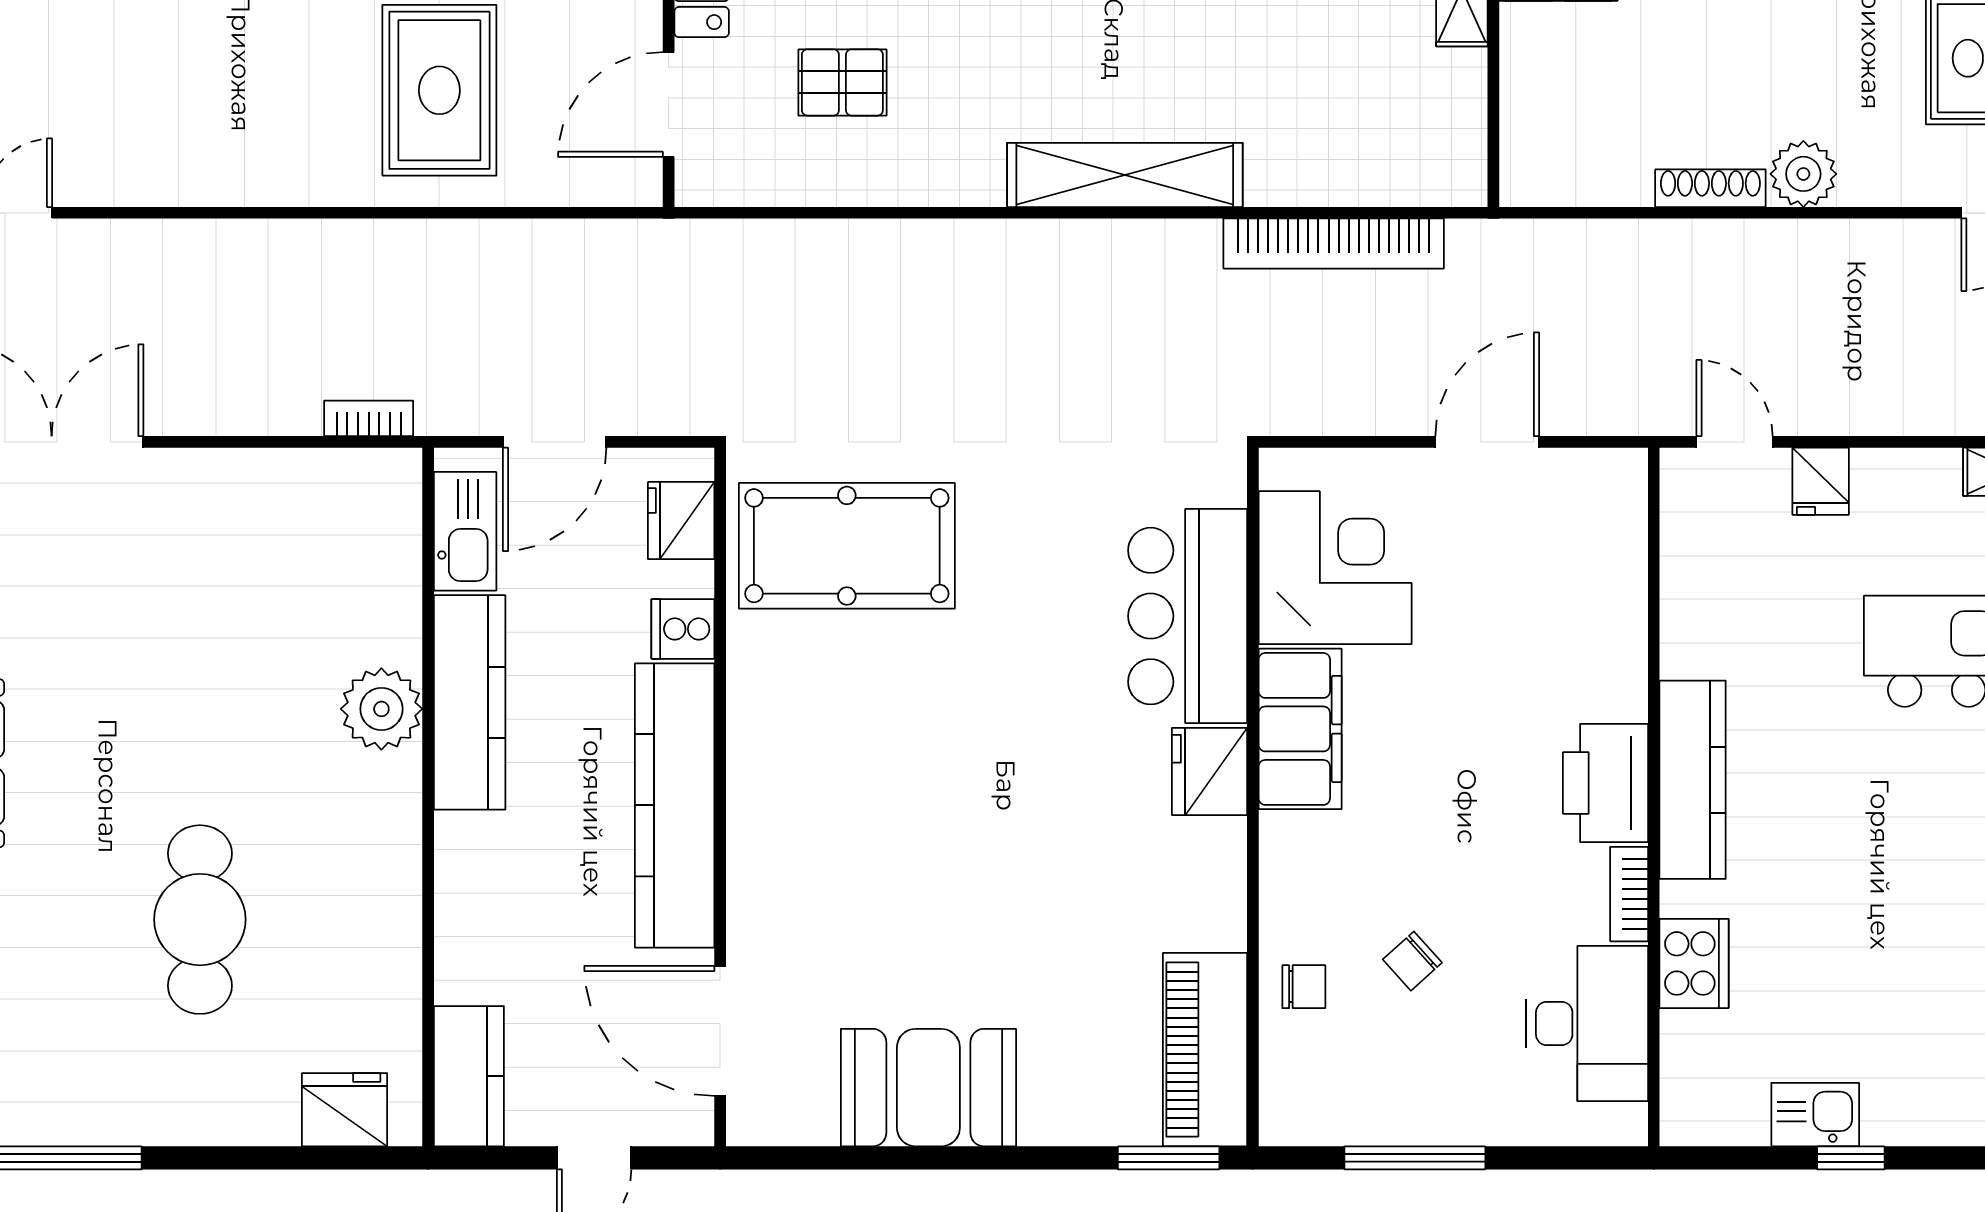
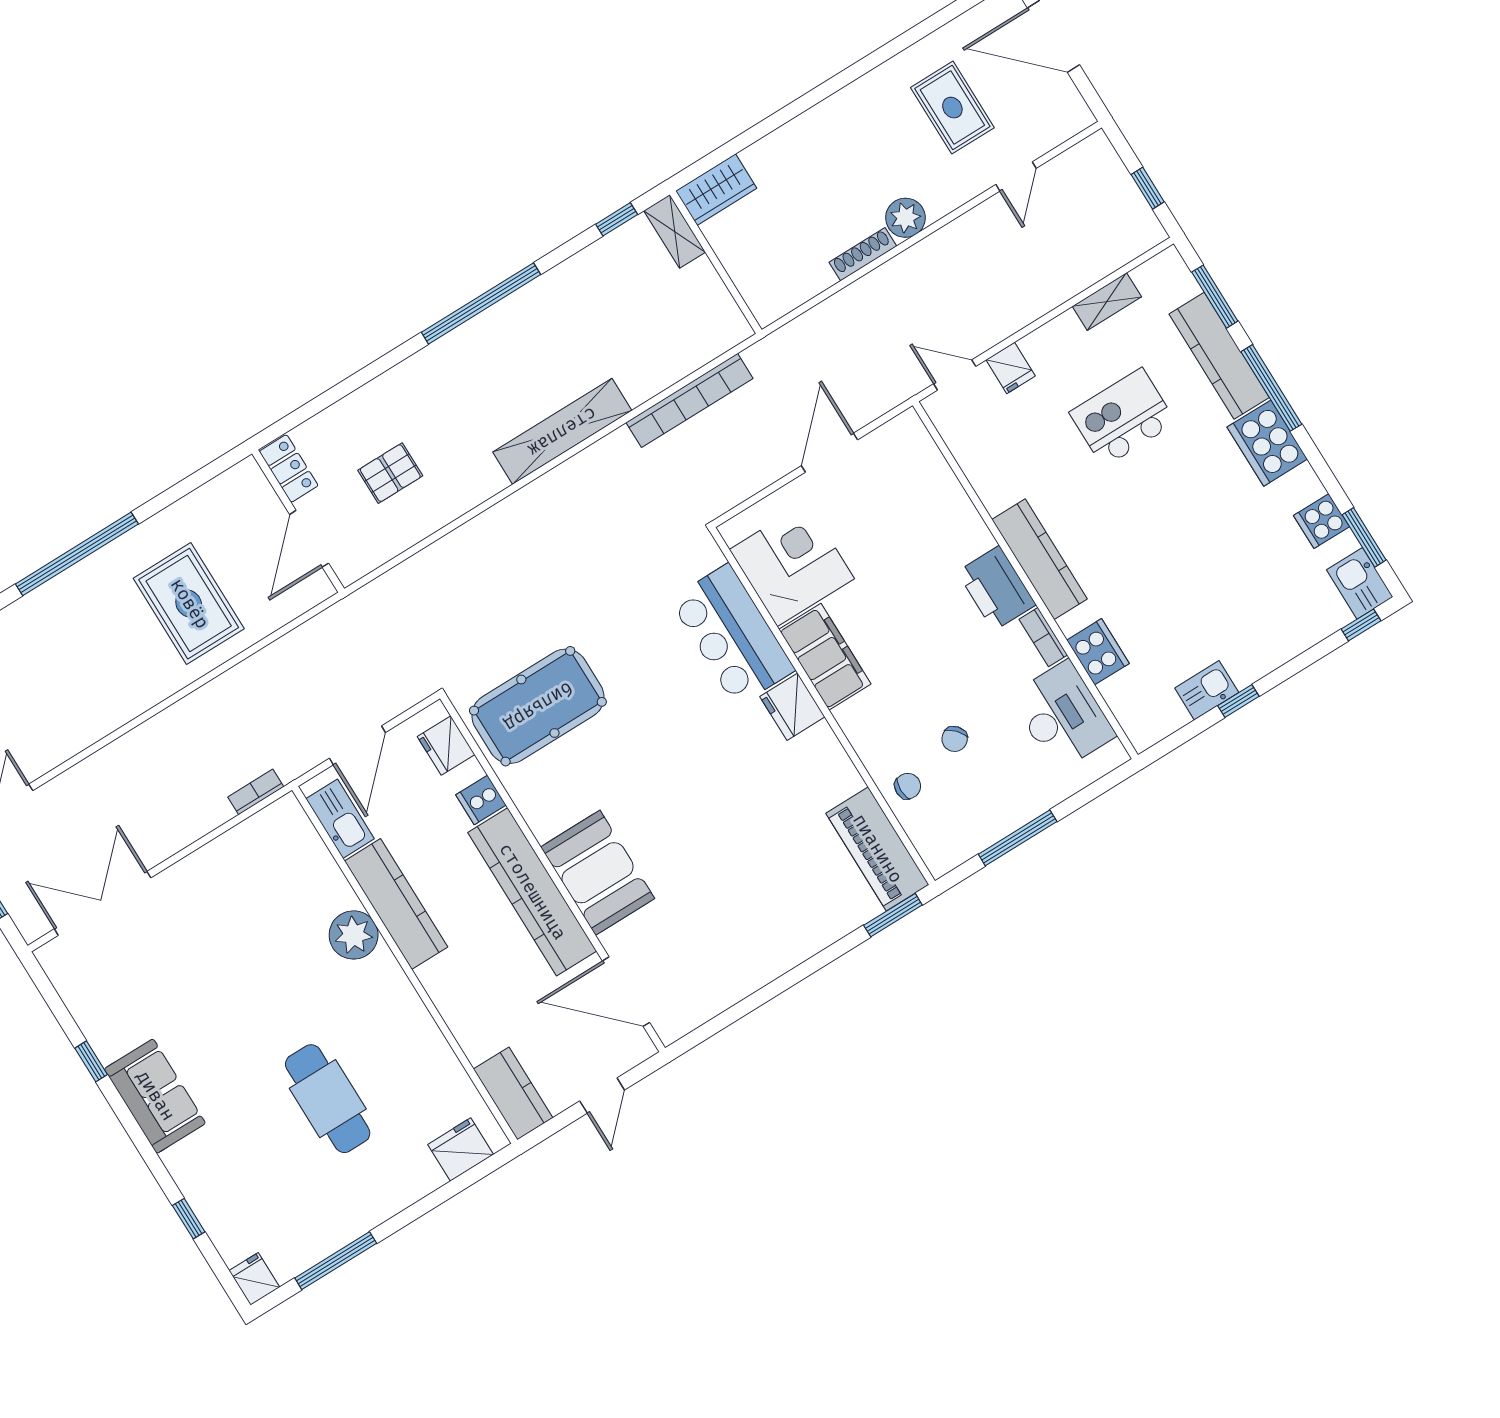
booth: (928, 1088) -> (598, 873), moved, turned 90

